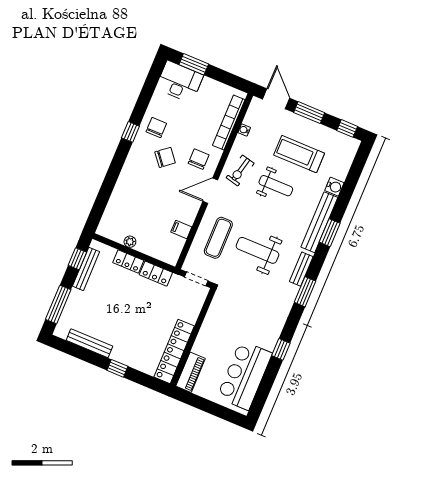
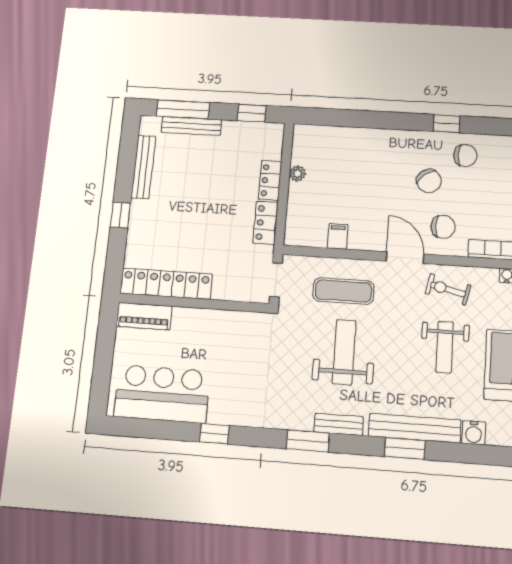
bench: (86, 269) -> (191, 126), moved

